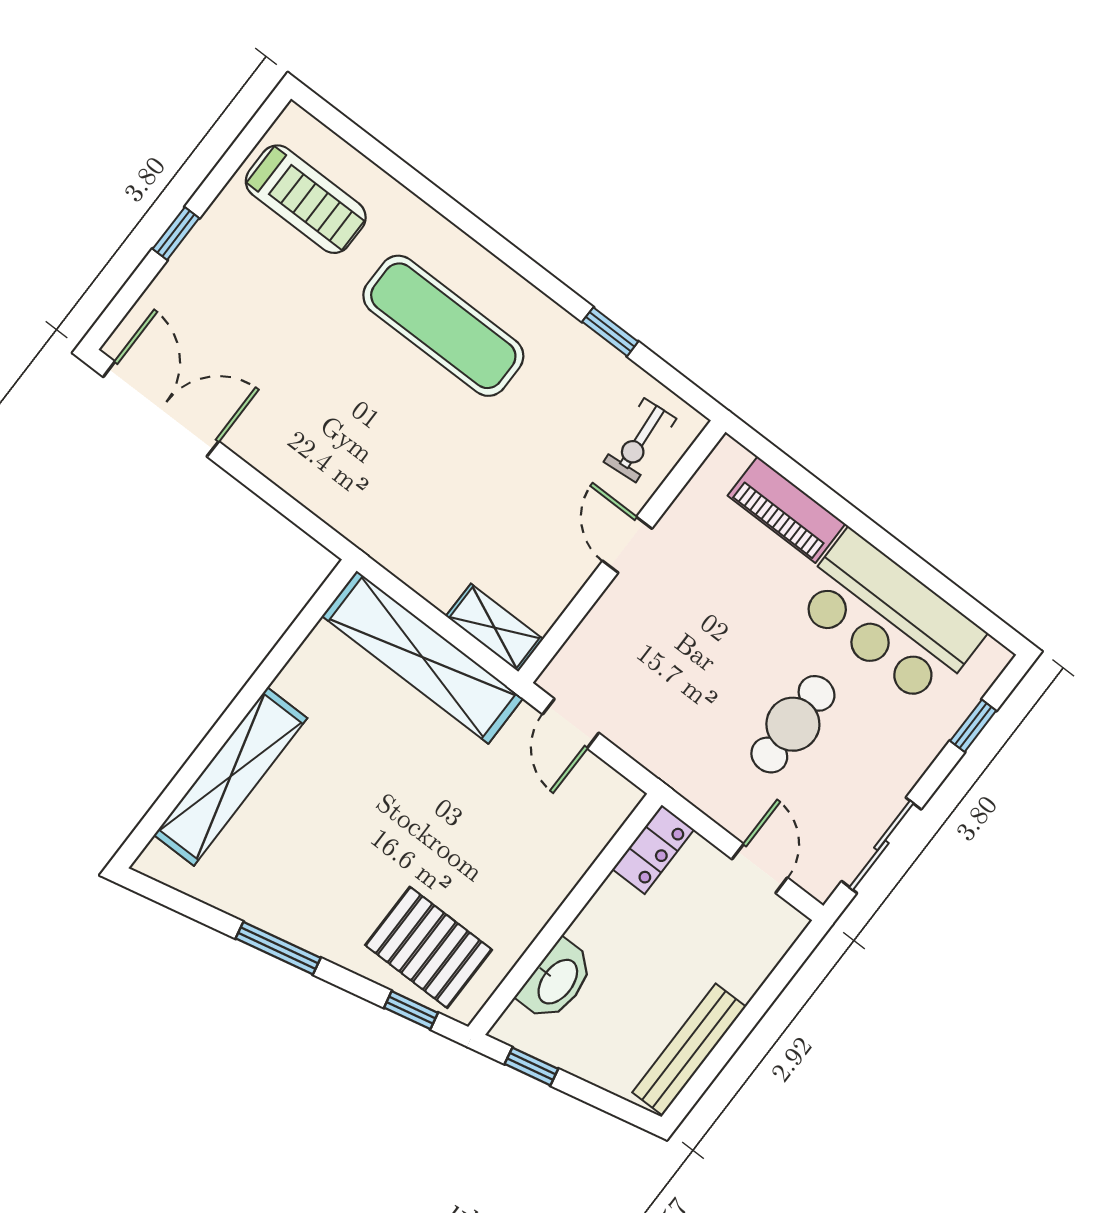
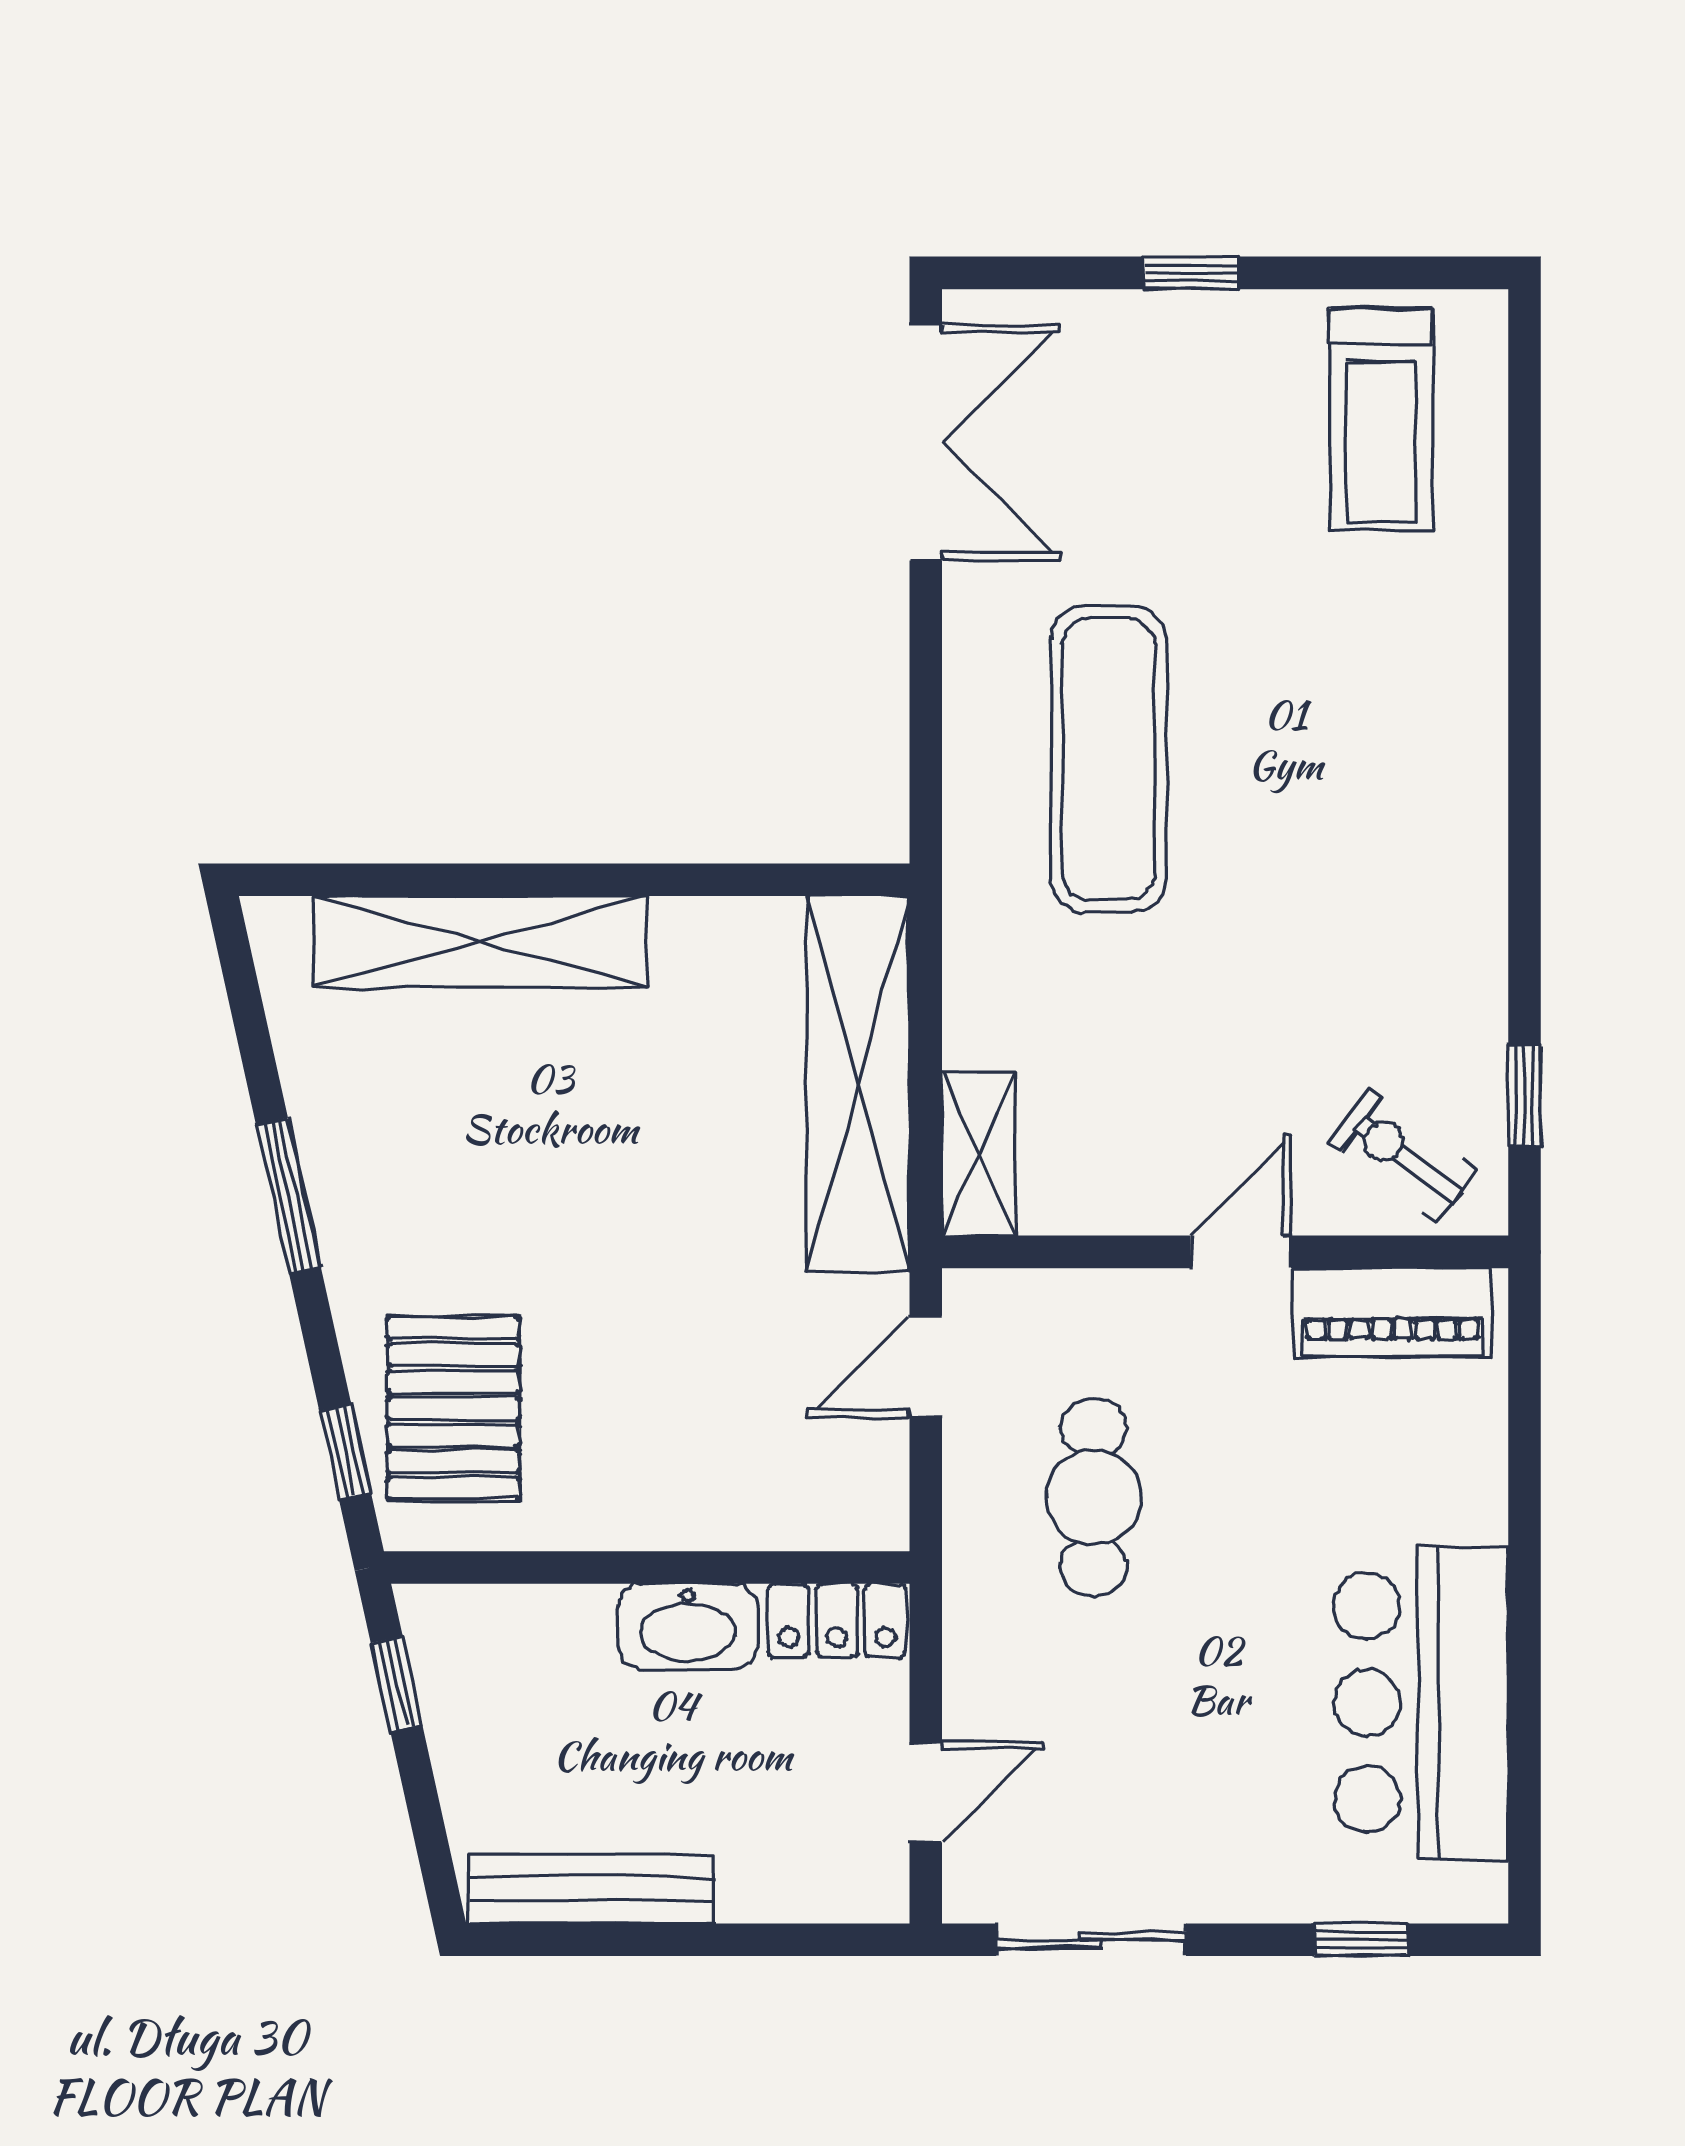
exercise mat: (443, 326) -> (1109, 759), moved
window: (610, 332) -> (1525, 1095), moved
exercise bike: (640, 440) -> (1403, 1156), turned 42
piano: (787, 510) -> (1392, 1312), moved, turned -90
cafe table: (793, 724) -> (1094, 1497), moved, turned 90
washbasin: (557, 981) -> (688, 1626), moved

